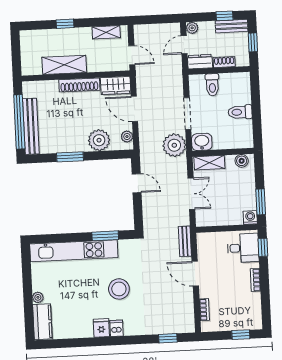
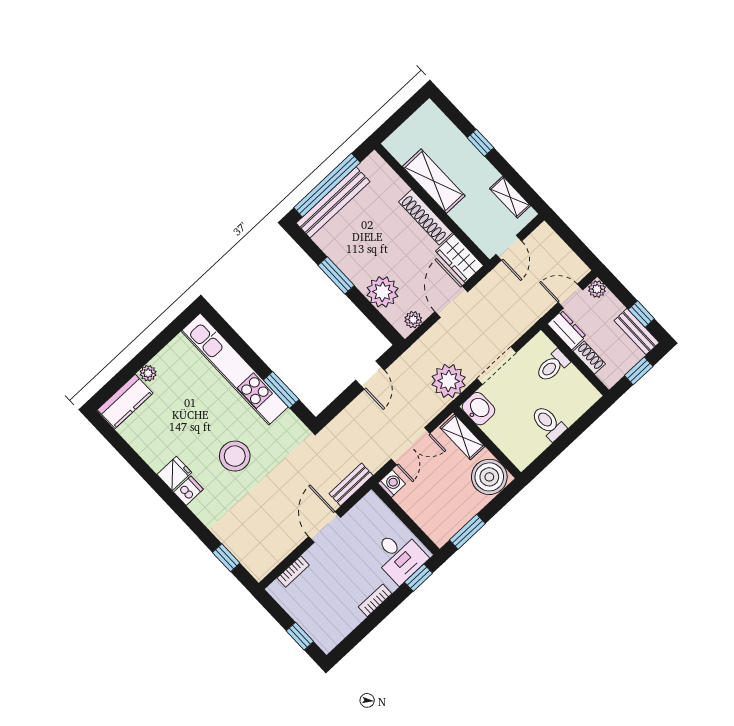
boiler: (242, 161) -> (489, 477), width x1.86, depth x1.86
washing machine: (250, 218) -> (392, 484), moved

